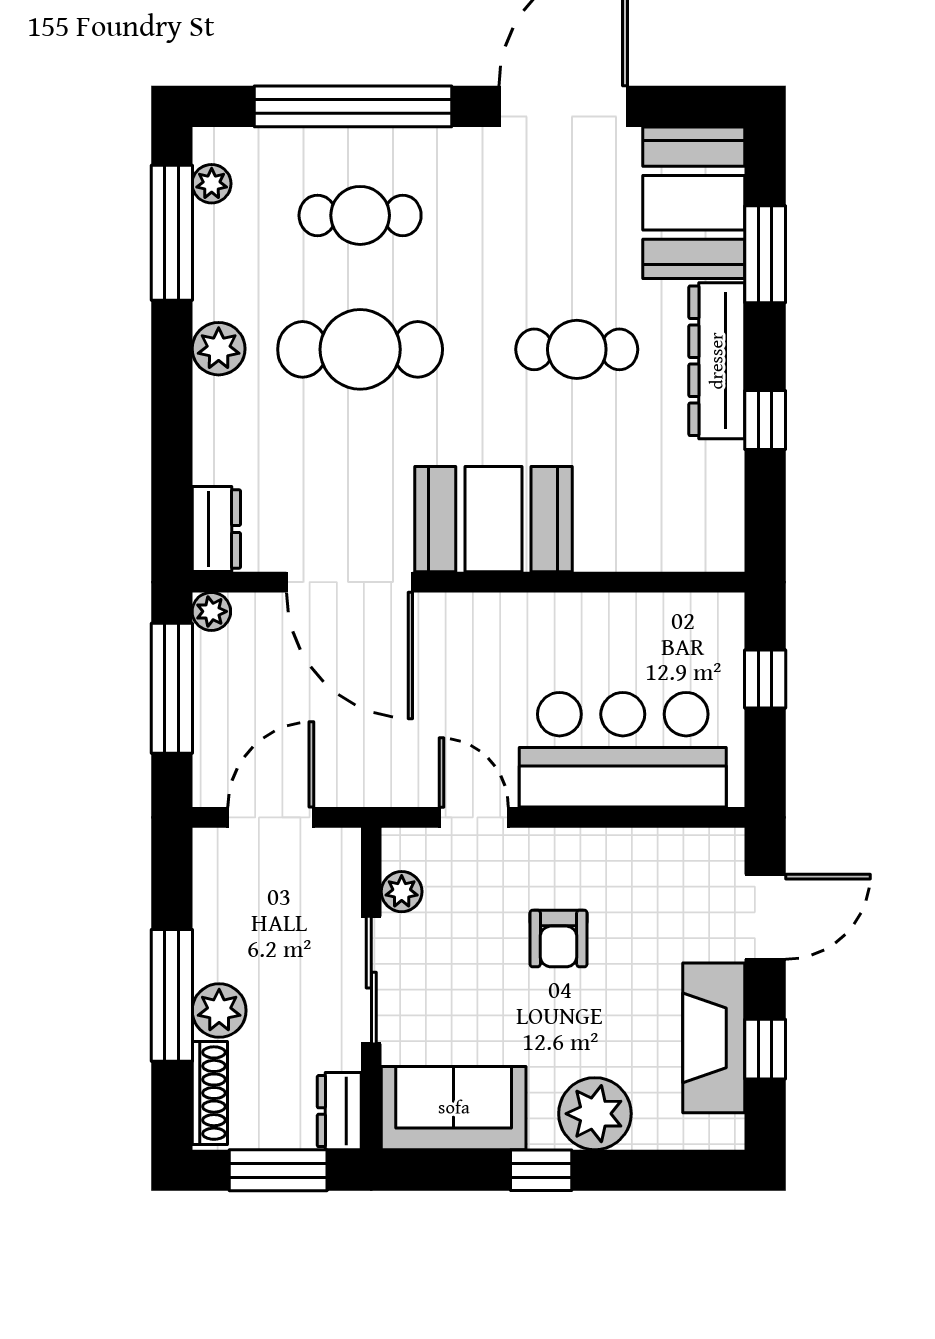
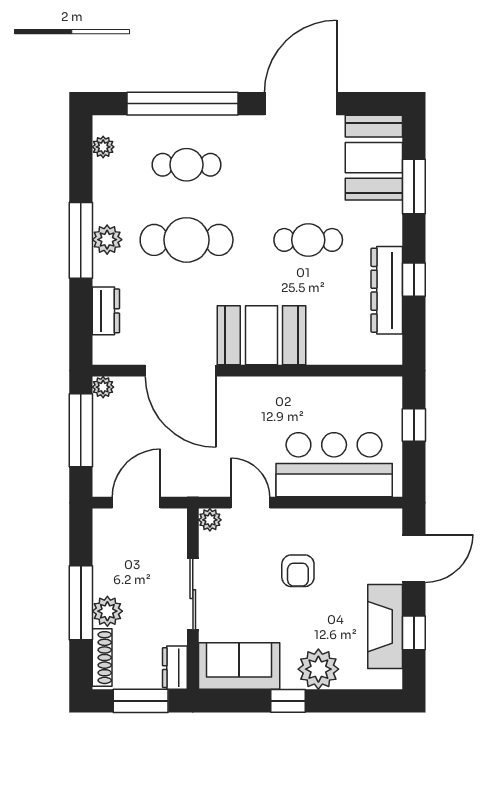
window: (172, 233) -> (81, 240), moved
dresser: (717, 361) -> (387, 290), moved
dresser: (216, 529) -> (106, 311), moved
plant: (402, 892) -> (210, 520), moved

